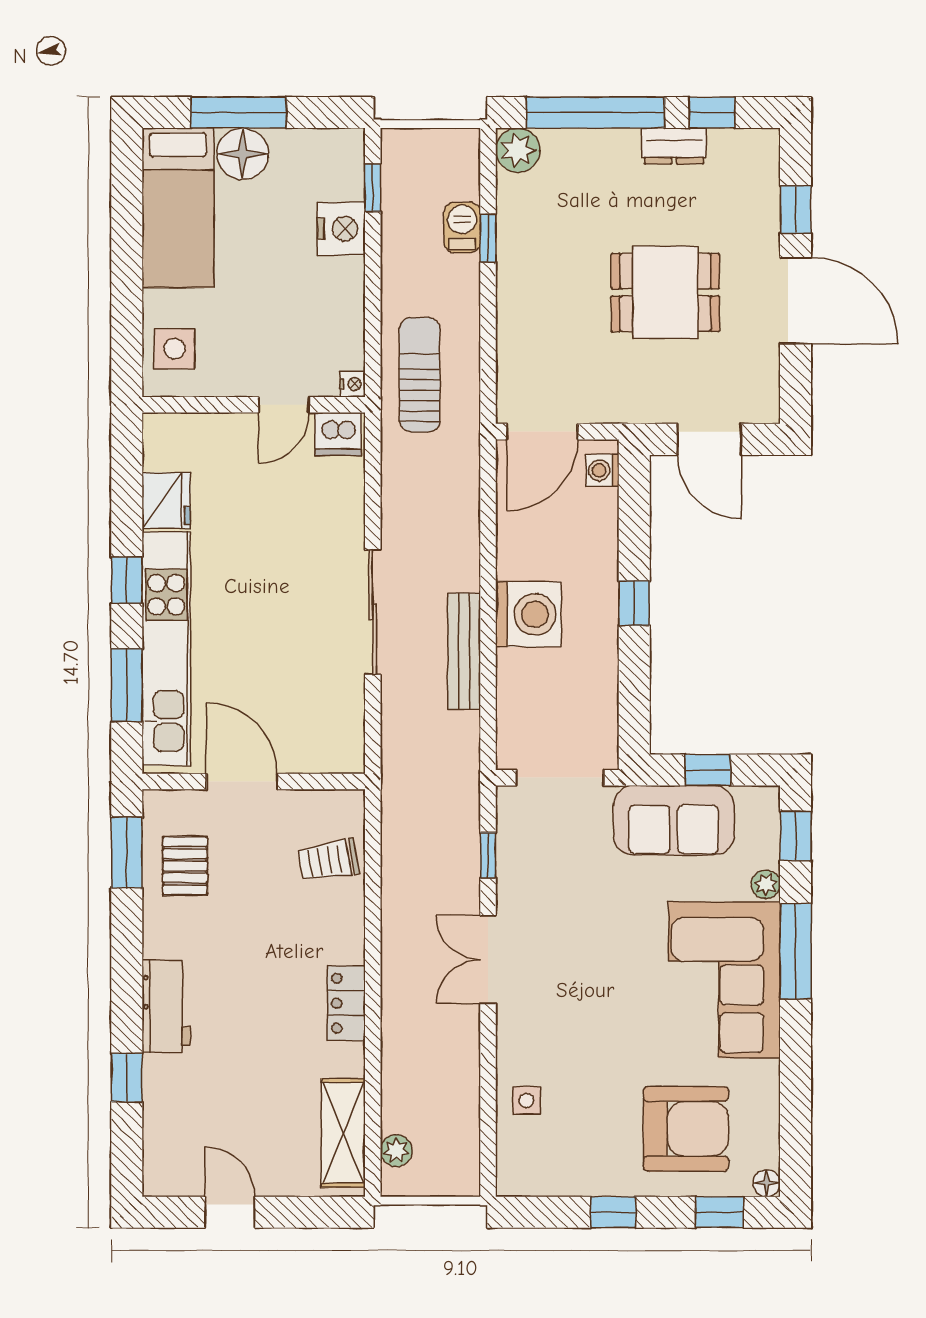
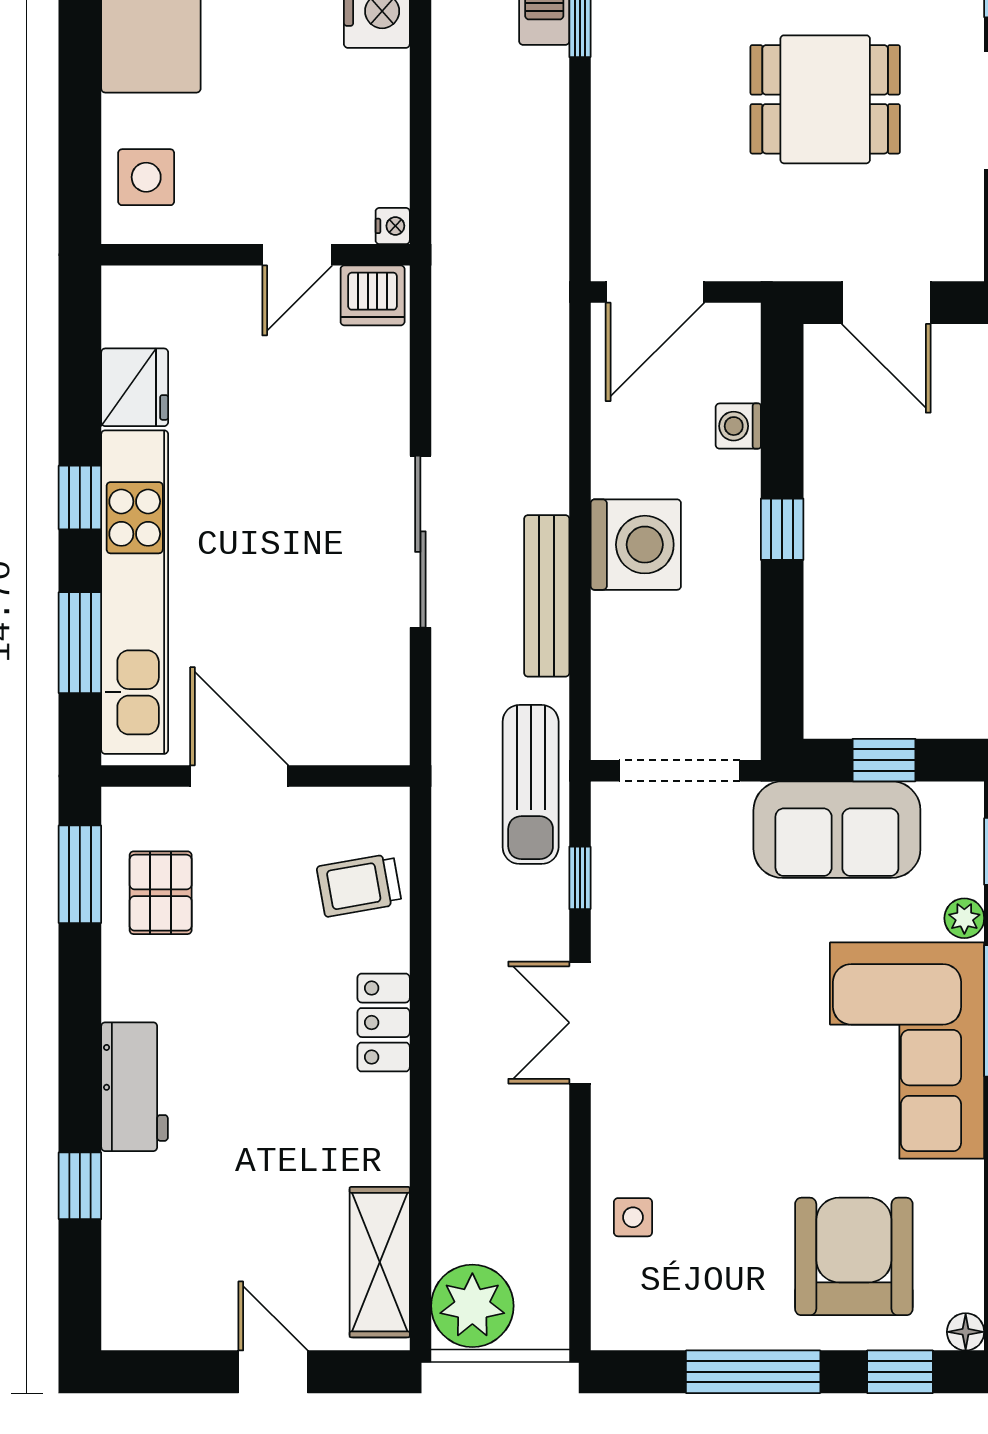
sun lounger: (420, 375) -> (531, 784), moved, turned 180
washing machine: (602, 470) -> (738, 426), moved
locker: (346, 1003) -> (384, 1023), moved
armchair: (686, 1129) -> (854, 1256), turned -90
plant: (396, 1151) -> (472, 1306), width x1.87, depth x1.87
door: (230, 1212) -> (273, 1372), moved
window: (613, 1212) -> (753, 1372), width x2.17

